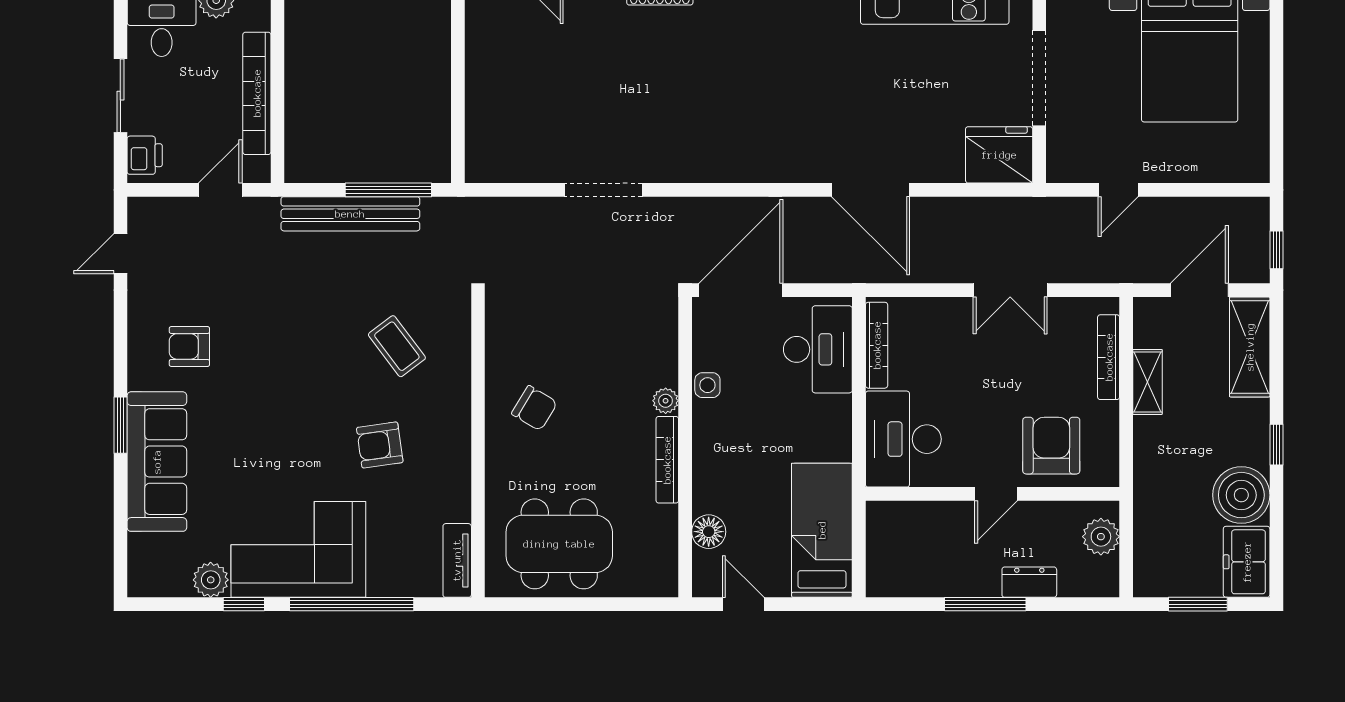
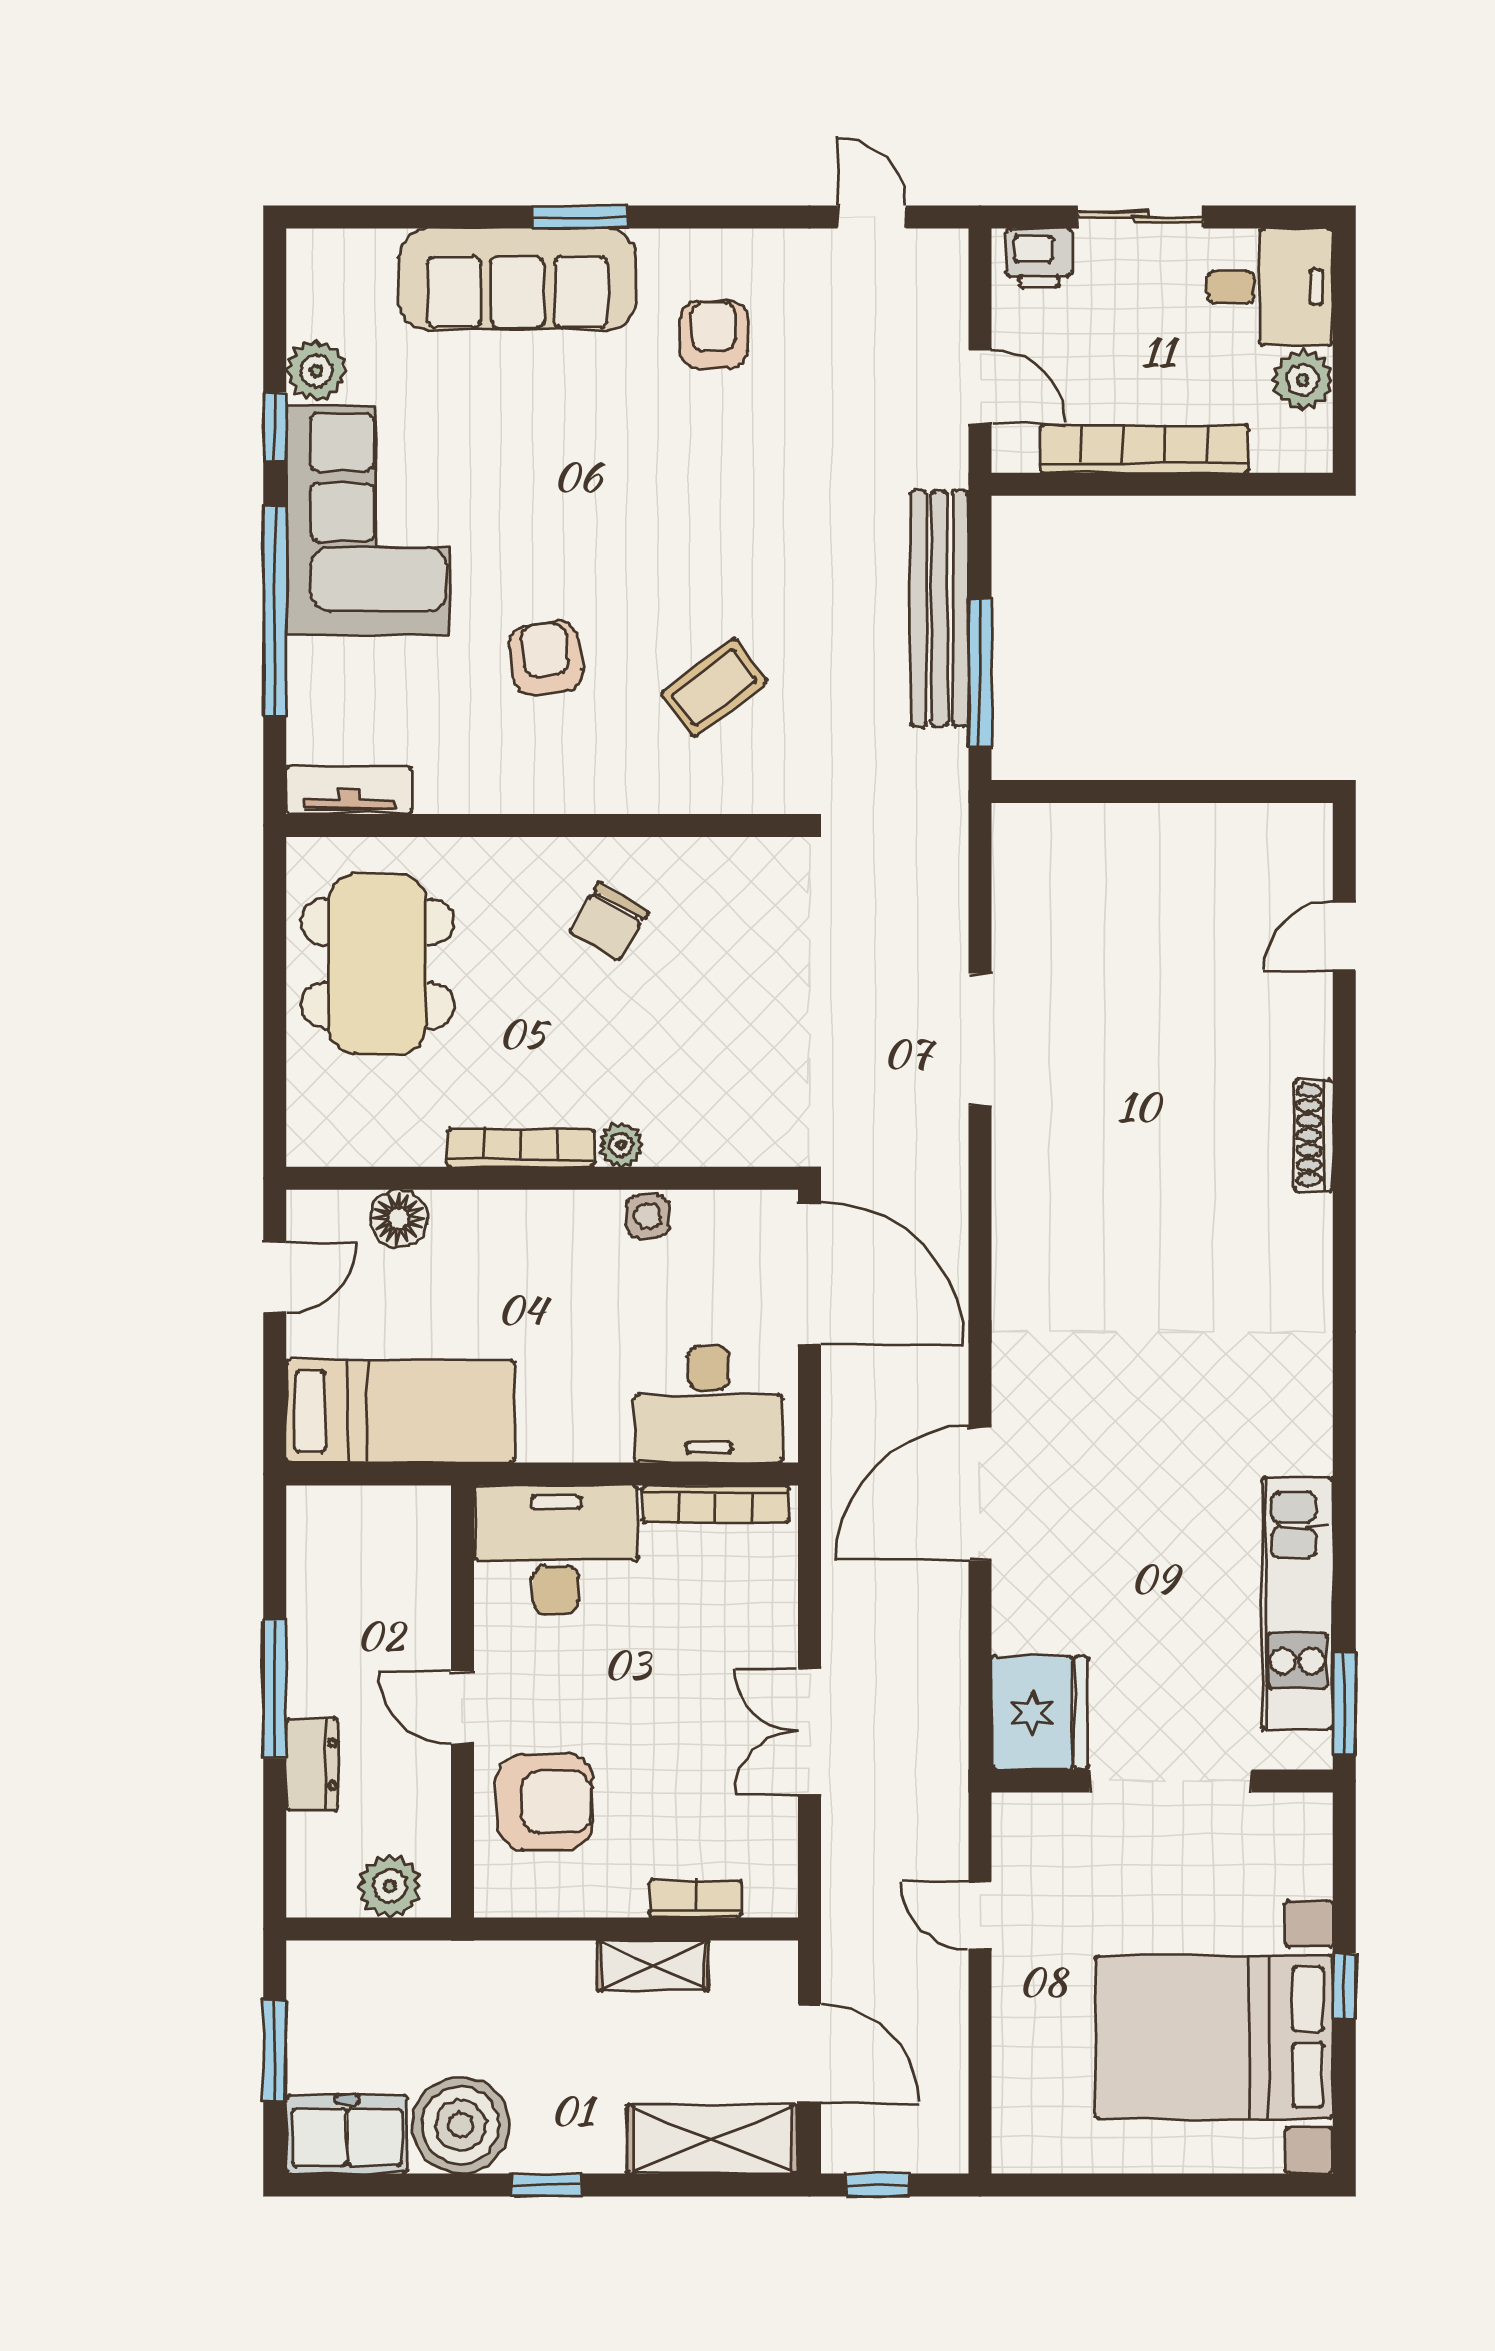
bookcase: (1109, 357) -> (695, 1899), width x0.64

